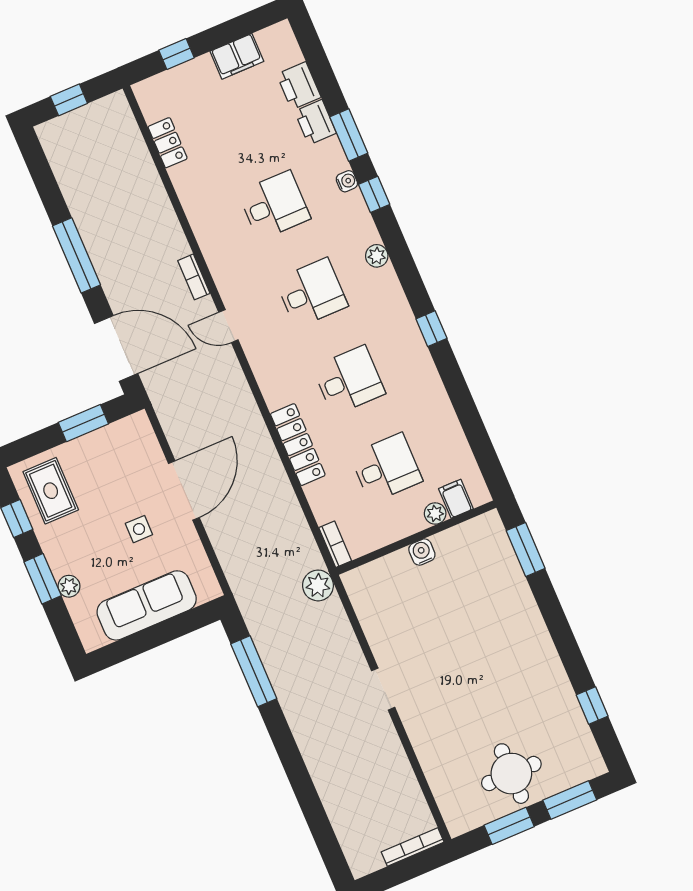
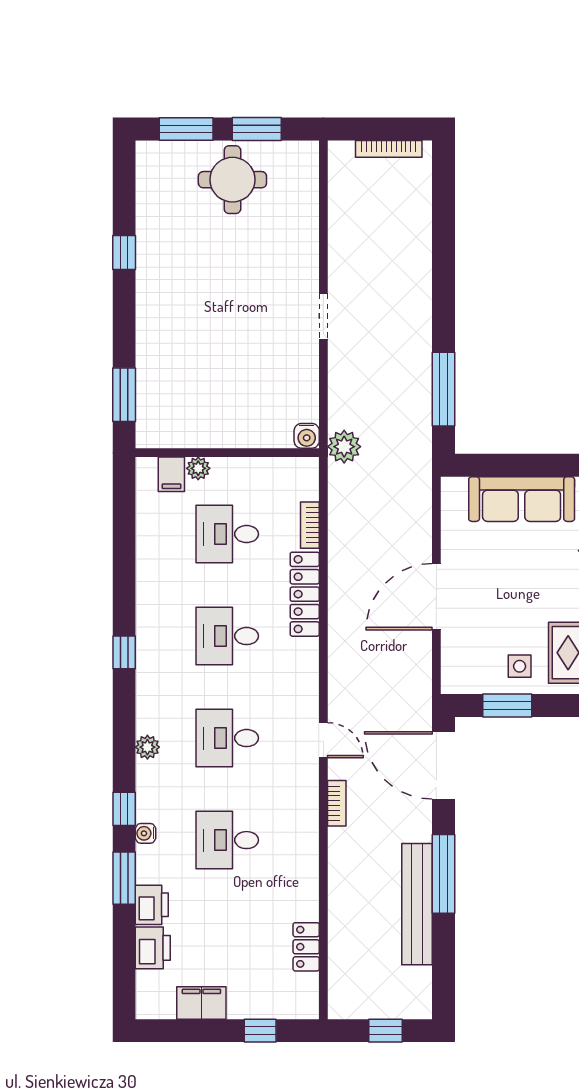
bench: (88, 220) -> (417, 904), added
side table: (139, 529) -> (520, 666), moved
bookcase: (335, 544) -> (310, 525), moved
water cooler: (422, 552) -> (307, 436), moved
window: (592, 705) -> (124, 253), moved
bookcase: (413, 847) -> (389, 149), moved

